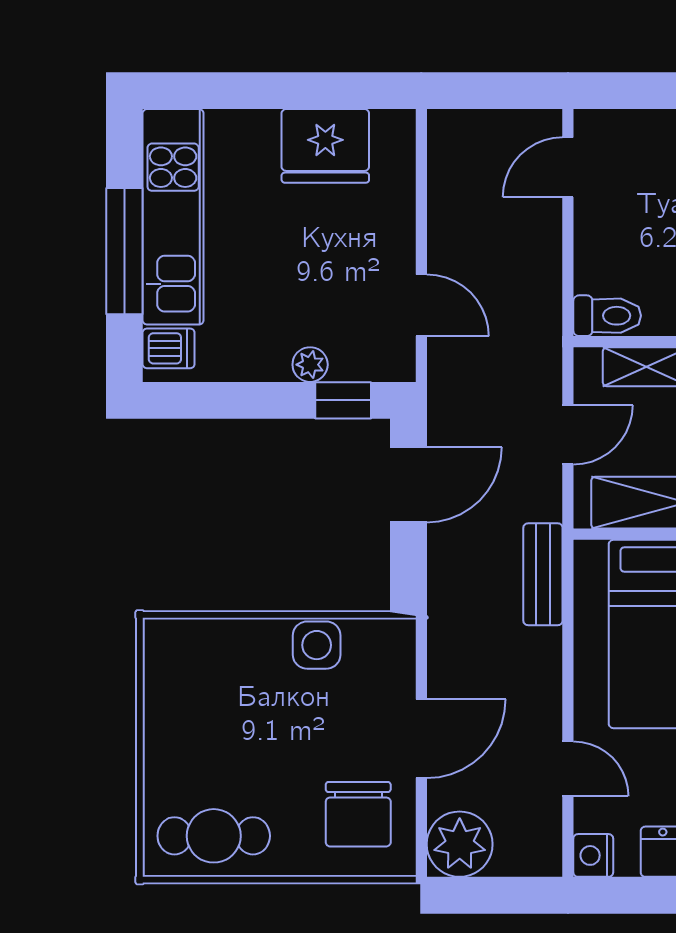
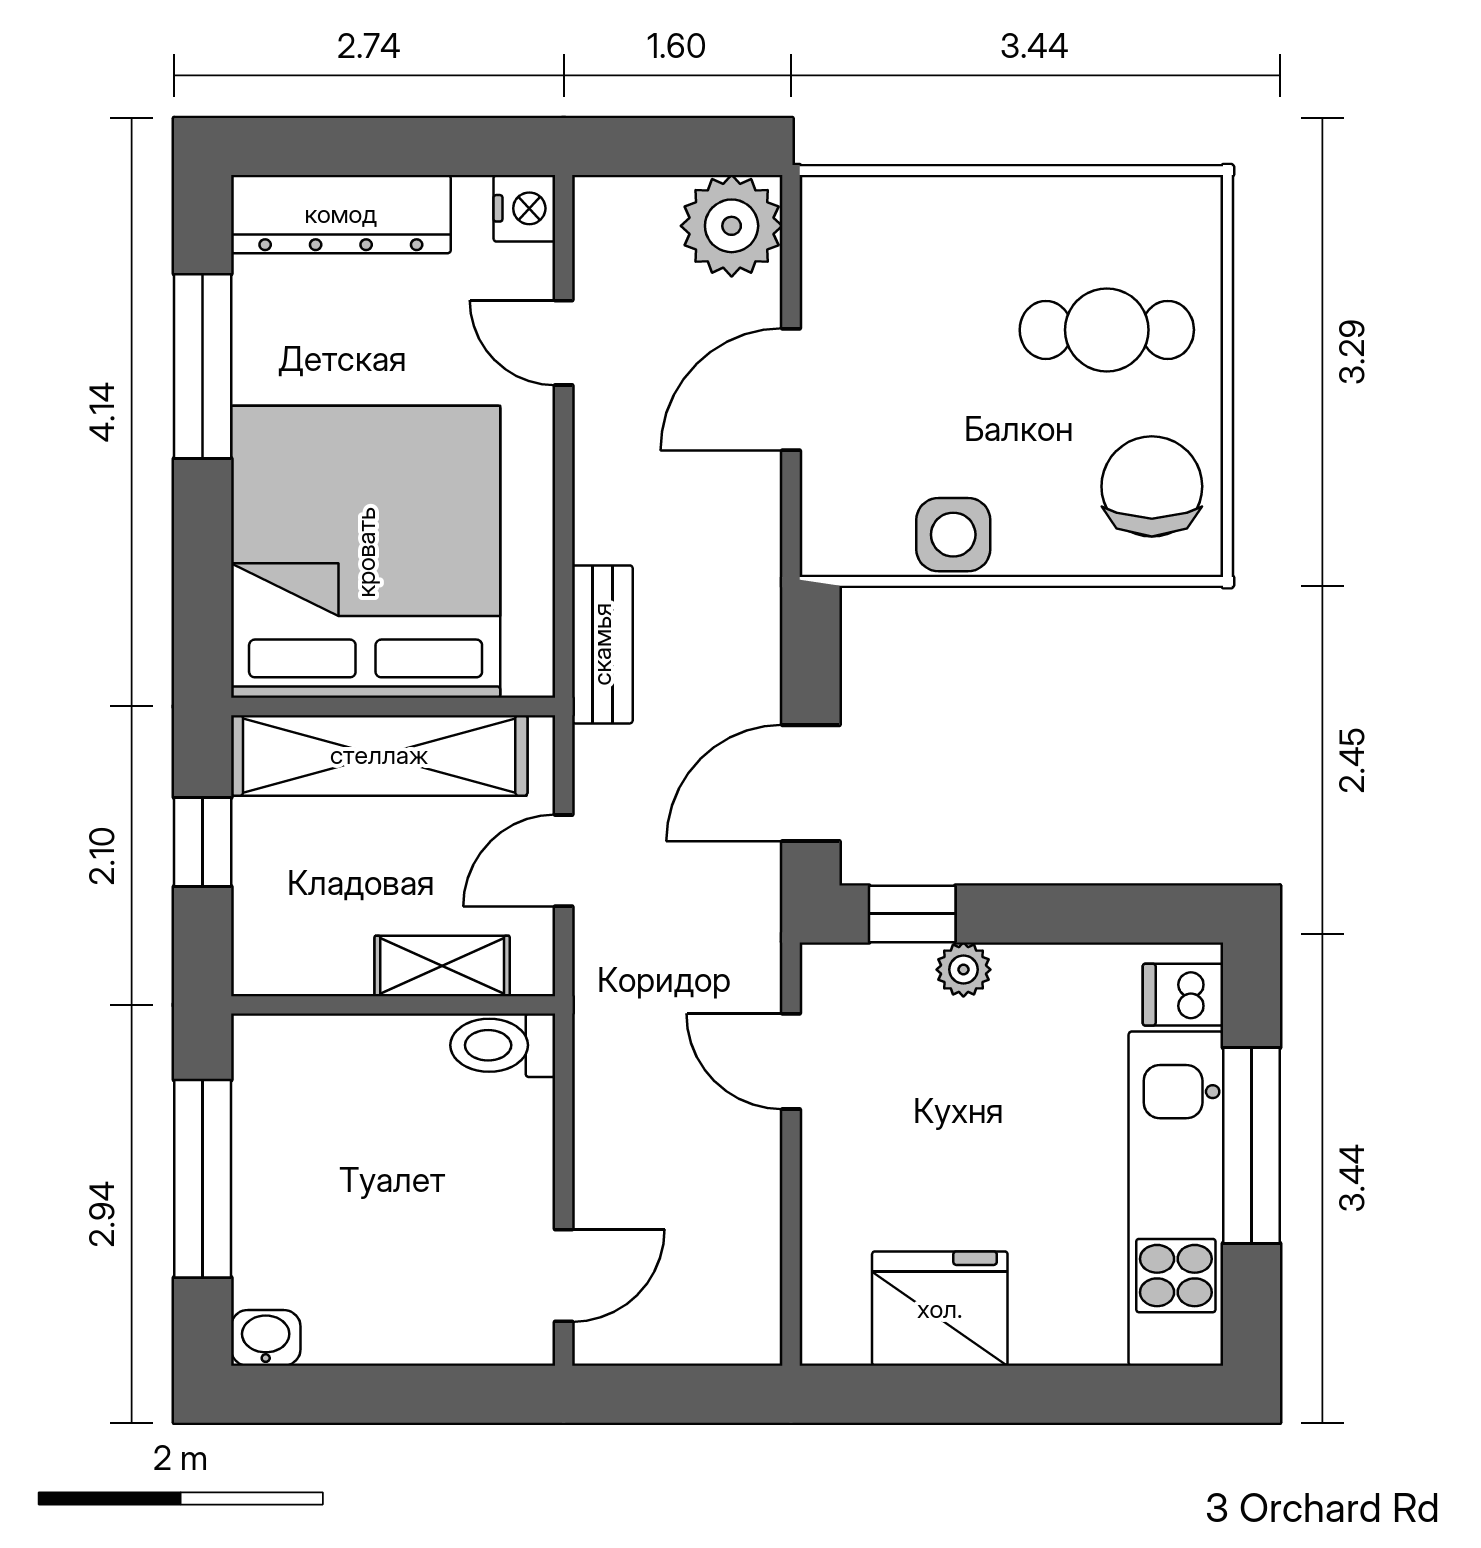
chair: (358, 814) -> (1152, 486), moved
cafe table: (214, 836) -> (1107, 330), moved

